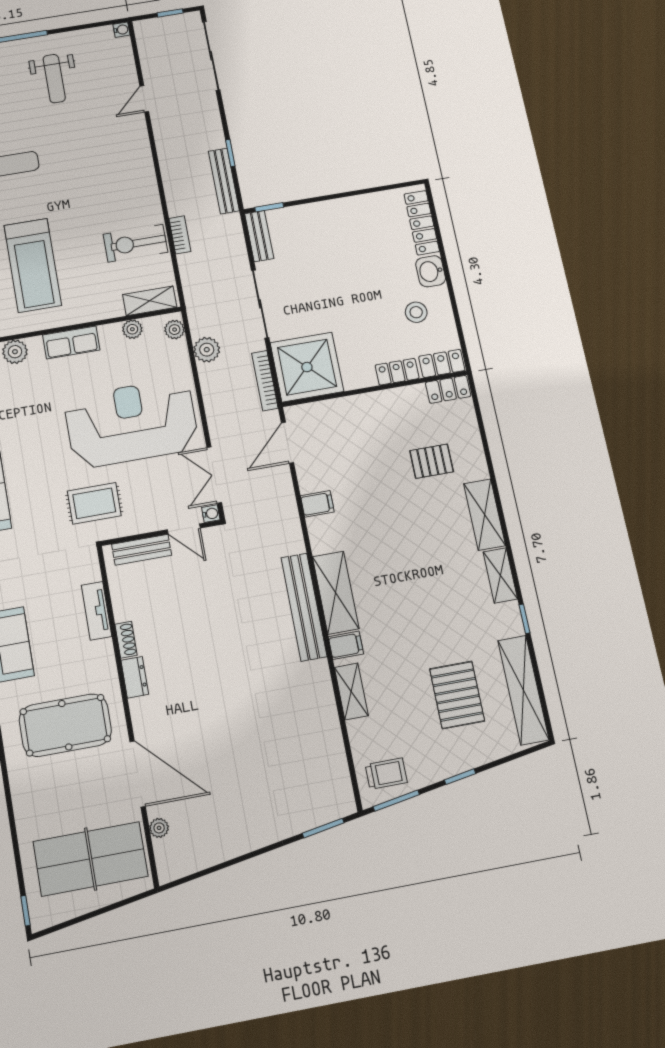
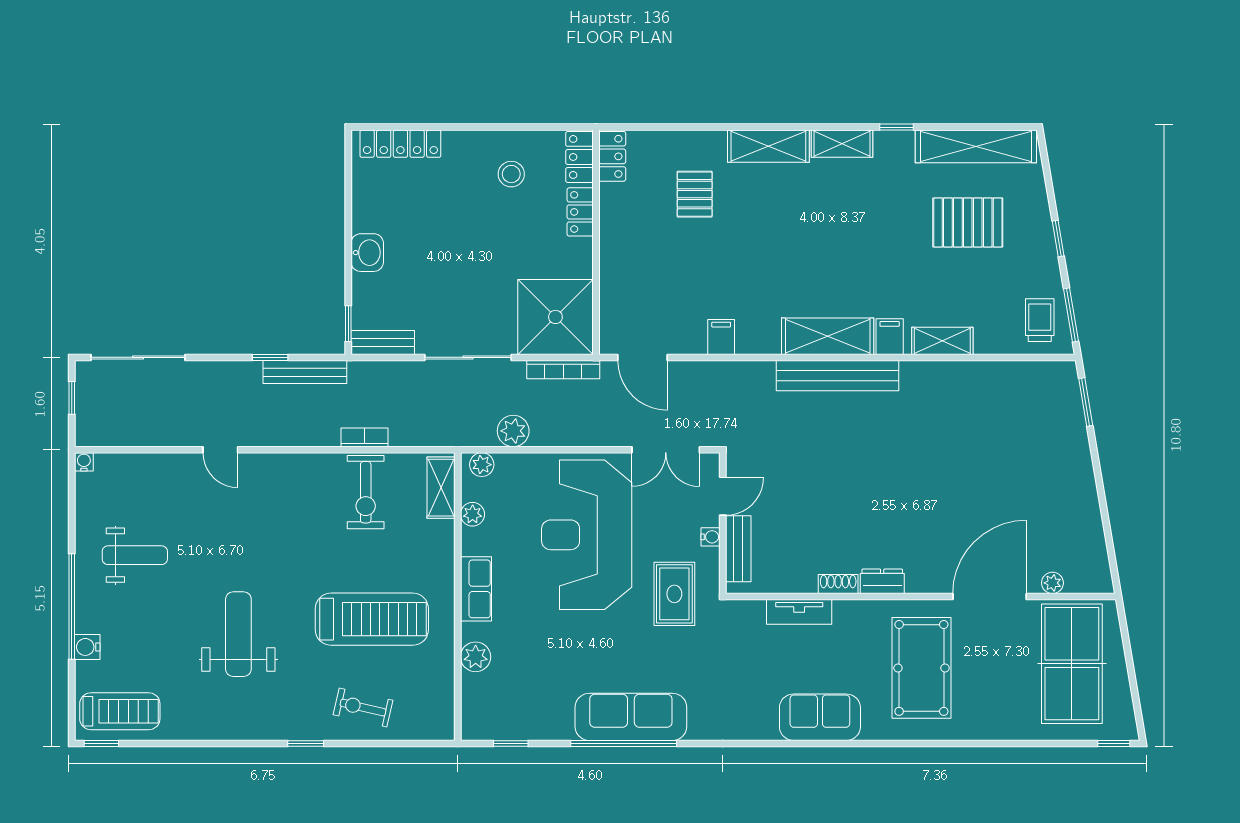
door: (144, 99) -> (220, 450), moved
washbasin: (431, 271) -> (367, 253), moved, turned -90
water cooler: (211, 514) -> (711, 537), moved, turned 90

